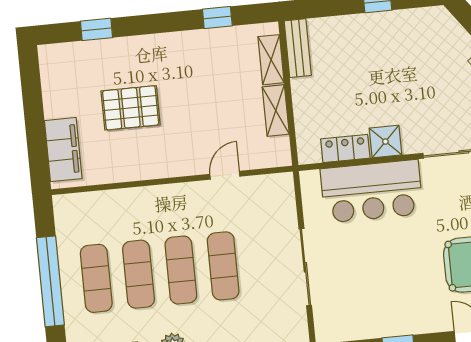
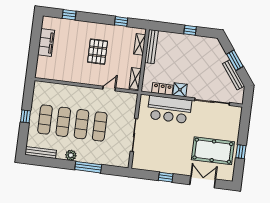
bench: (298, 48) -> (151, 46), width x1.36
pallet: (131, 108) -> (98, 52), moved, turned 90
shelving: (276, 110) -> (135, 79), moved
filing cabinet: (63, 150) -> (46, 42), moved
window: (50, 281) -> (25, 116), width x0.32

